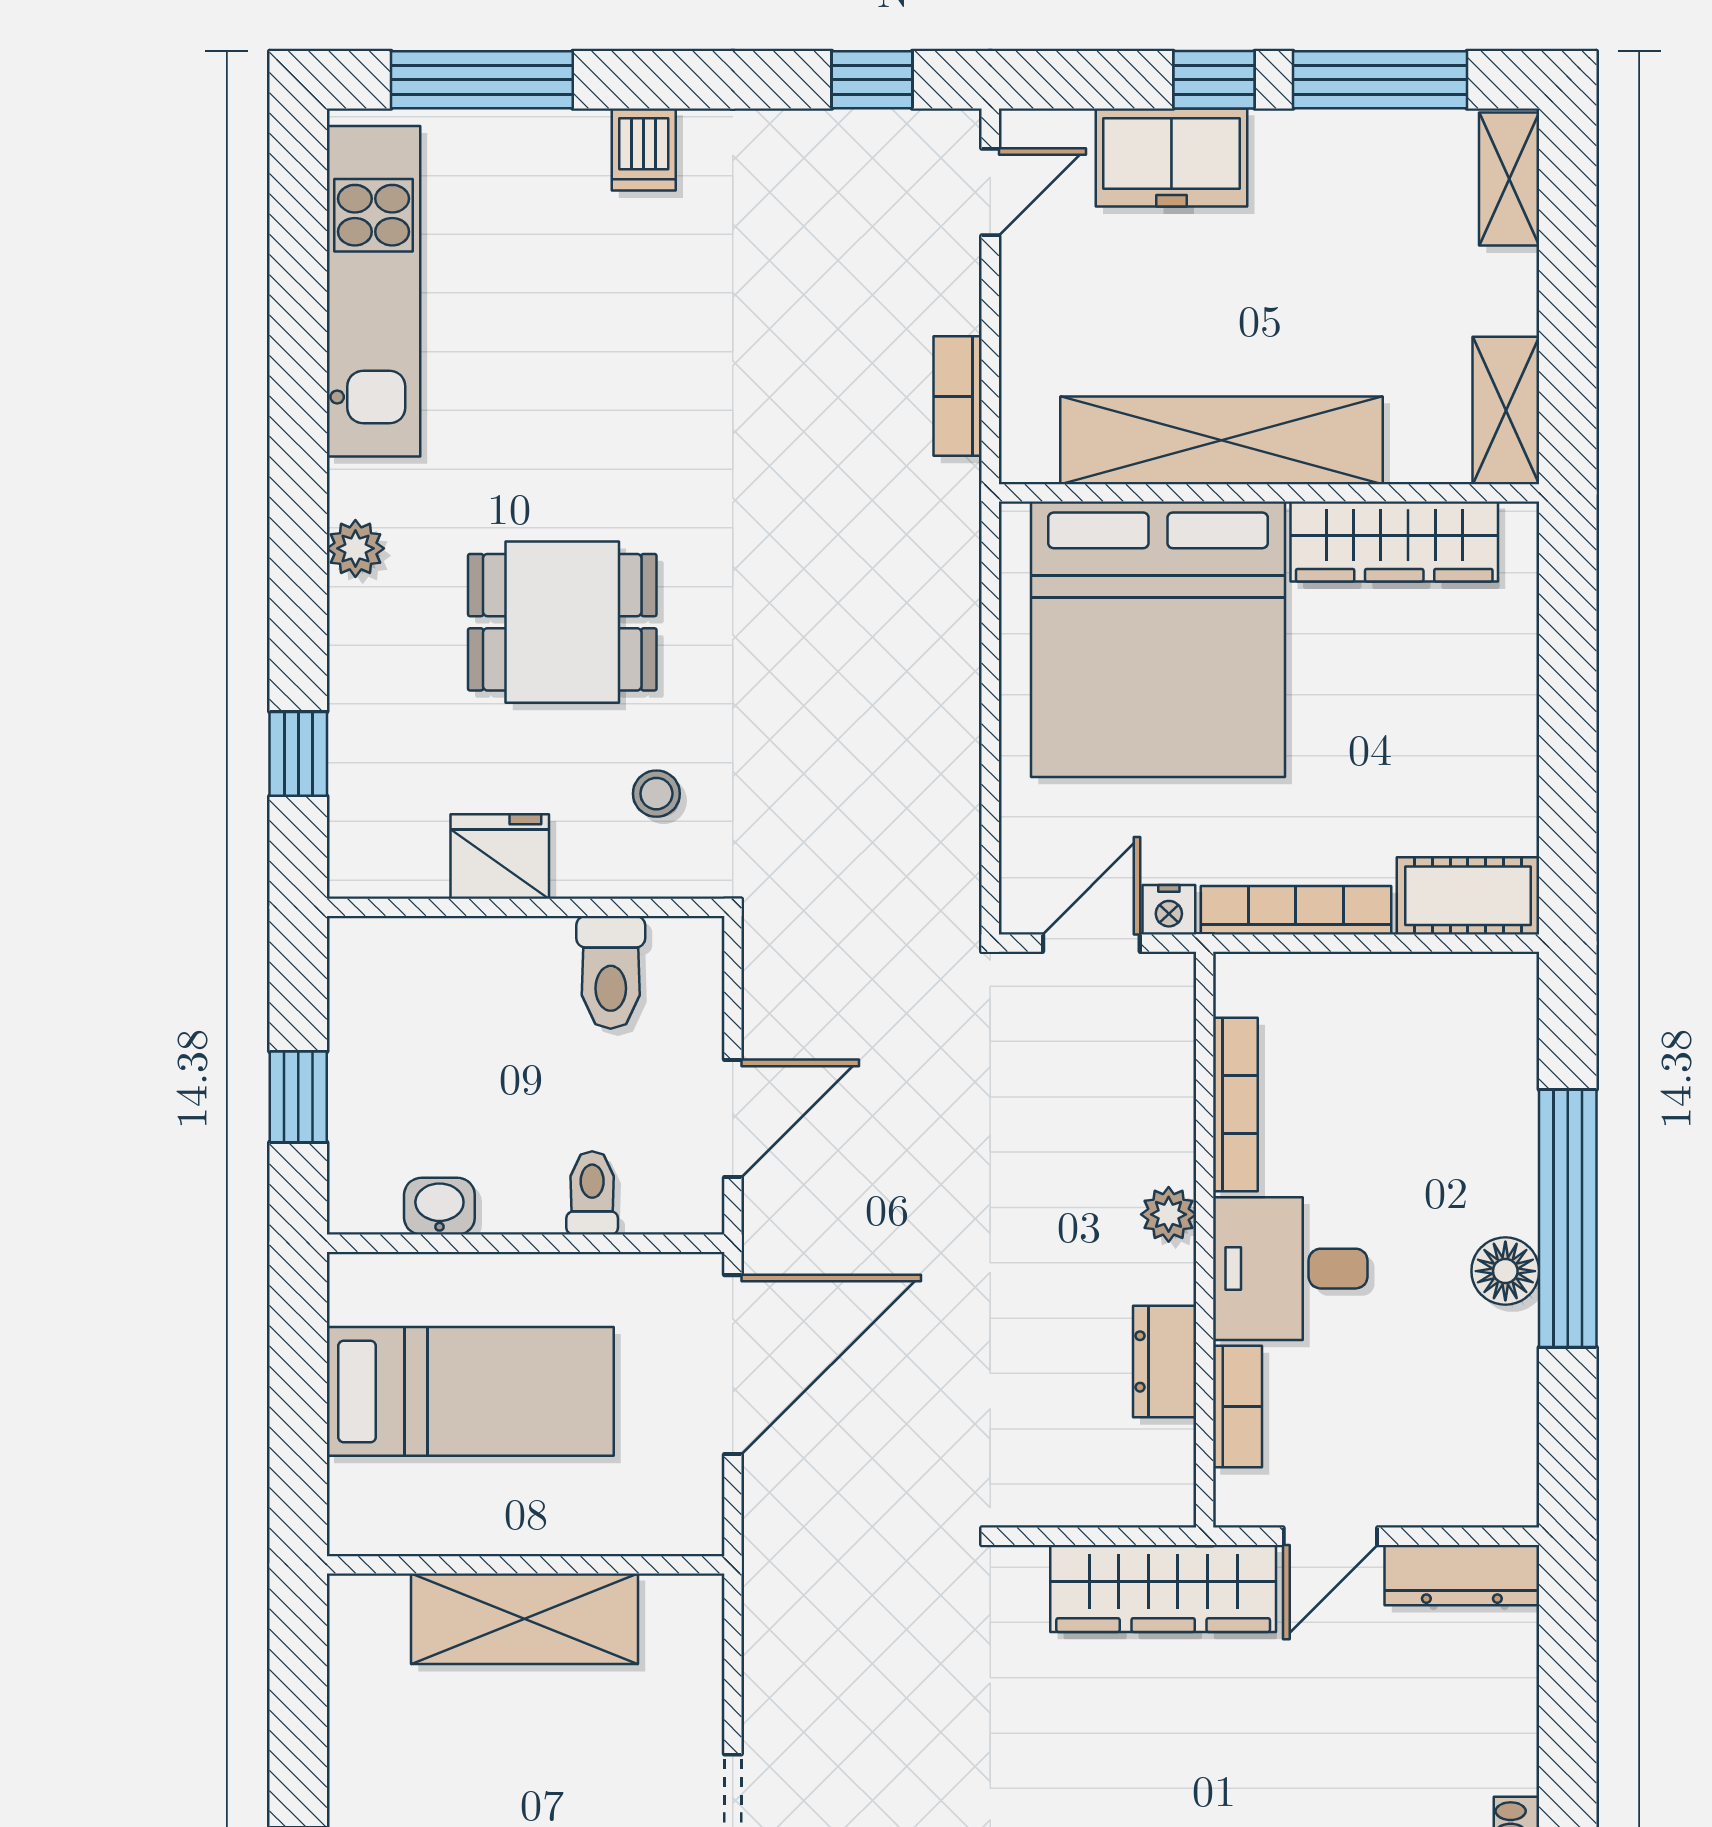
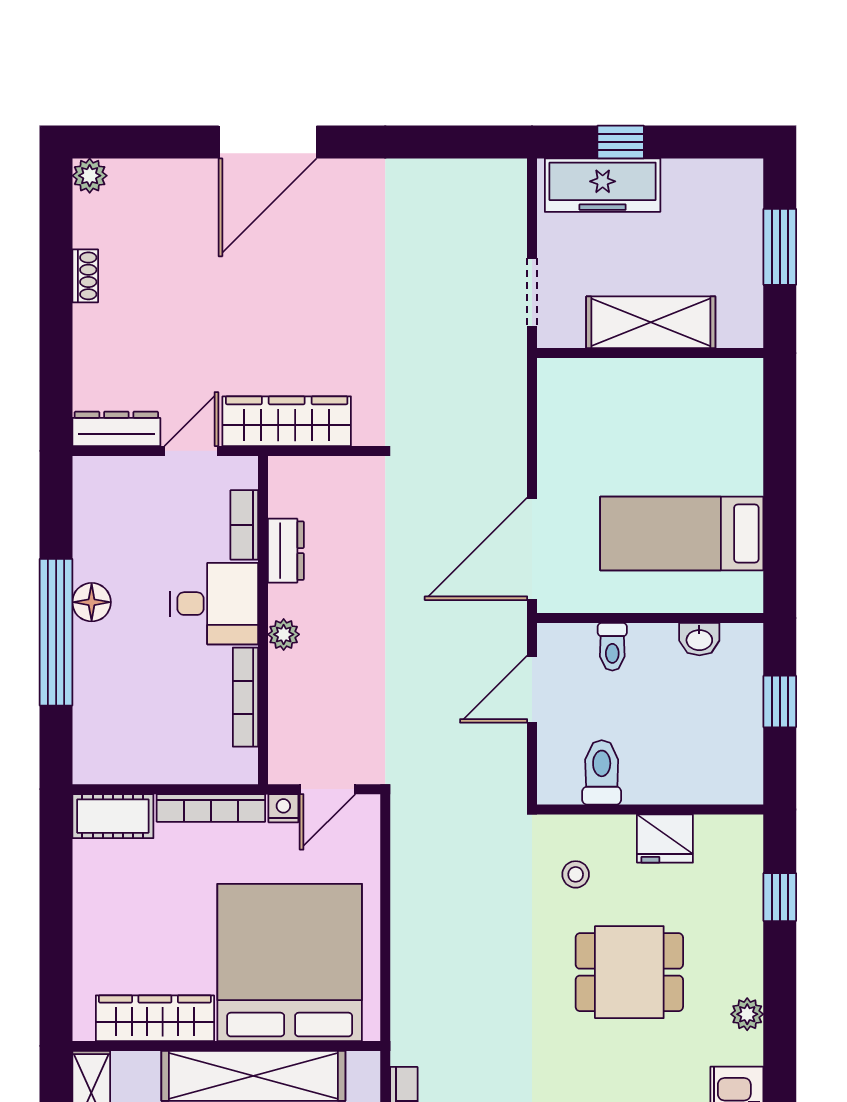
wall: (526, 1565) -> (650, 353), moved
shelving: (525, 1619) -> (651, 322), moved

